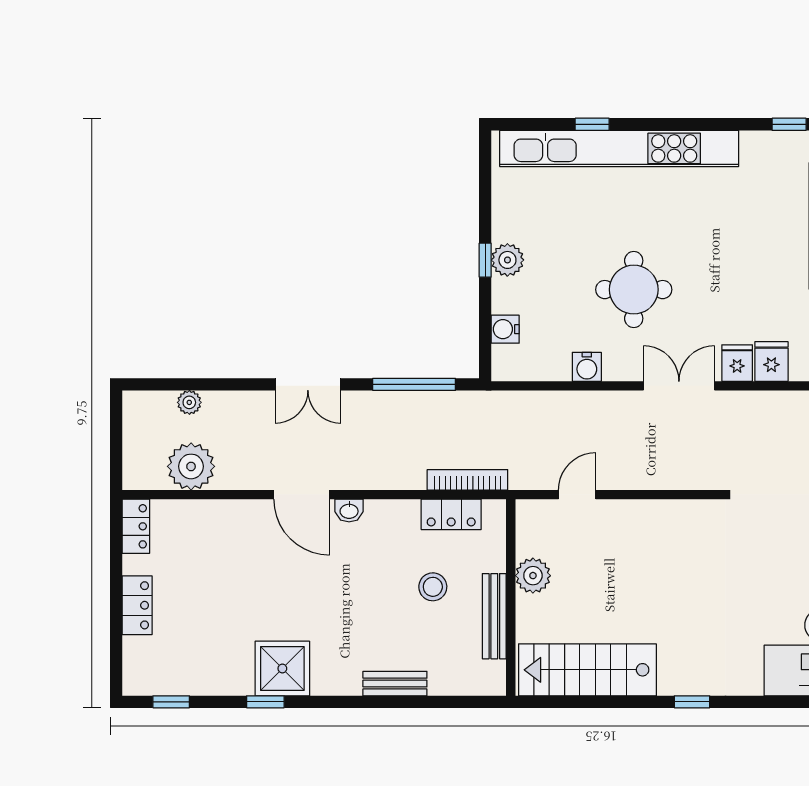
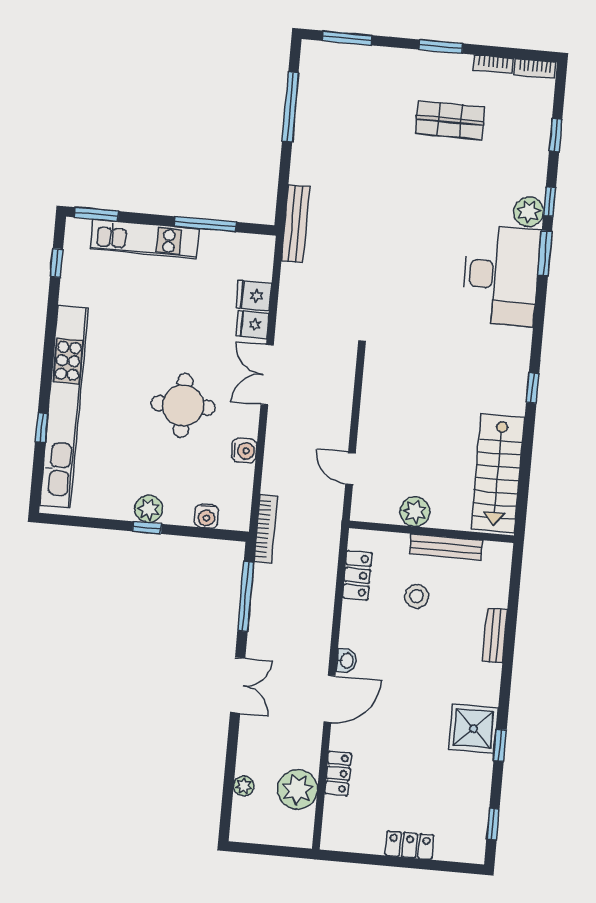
bookcase: (467, 480) -> (266, 529), moved, turned 180
locker: (136, 526) -> (338, 773), moved, turned 90

